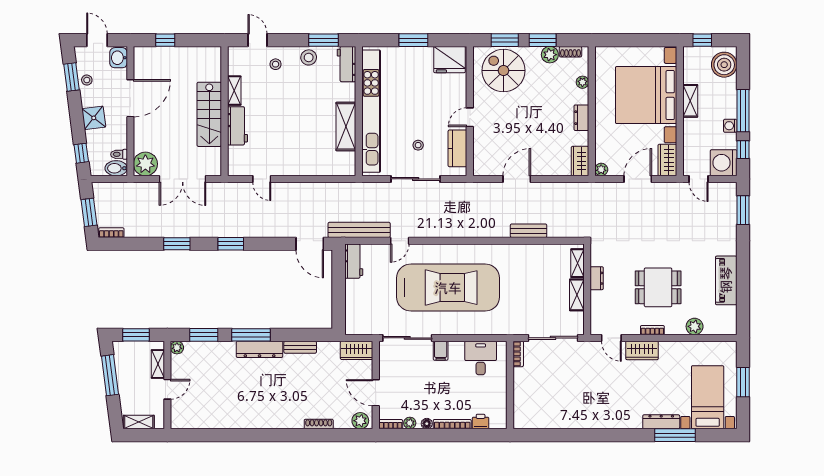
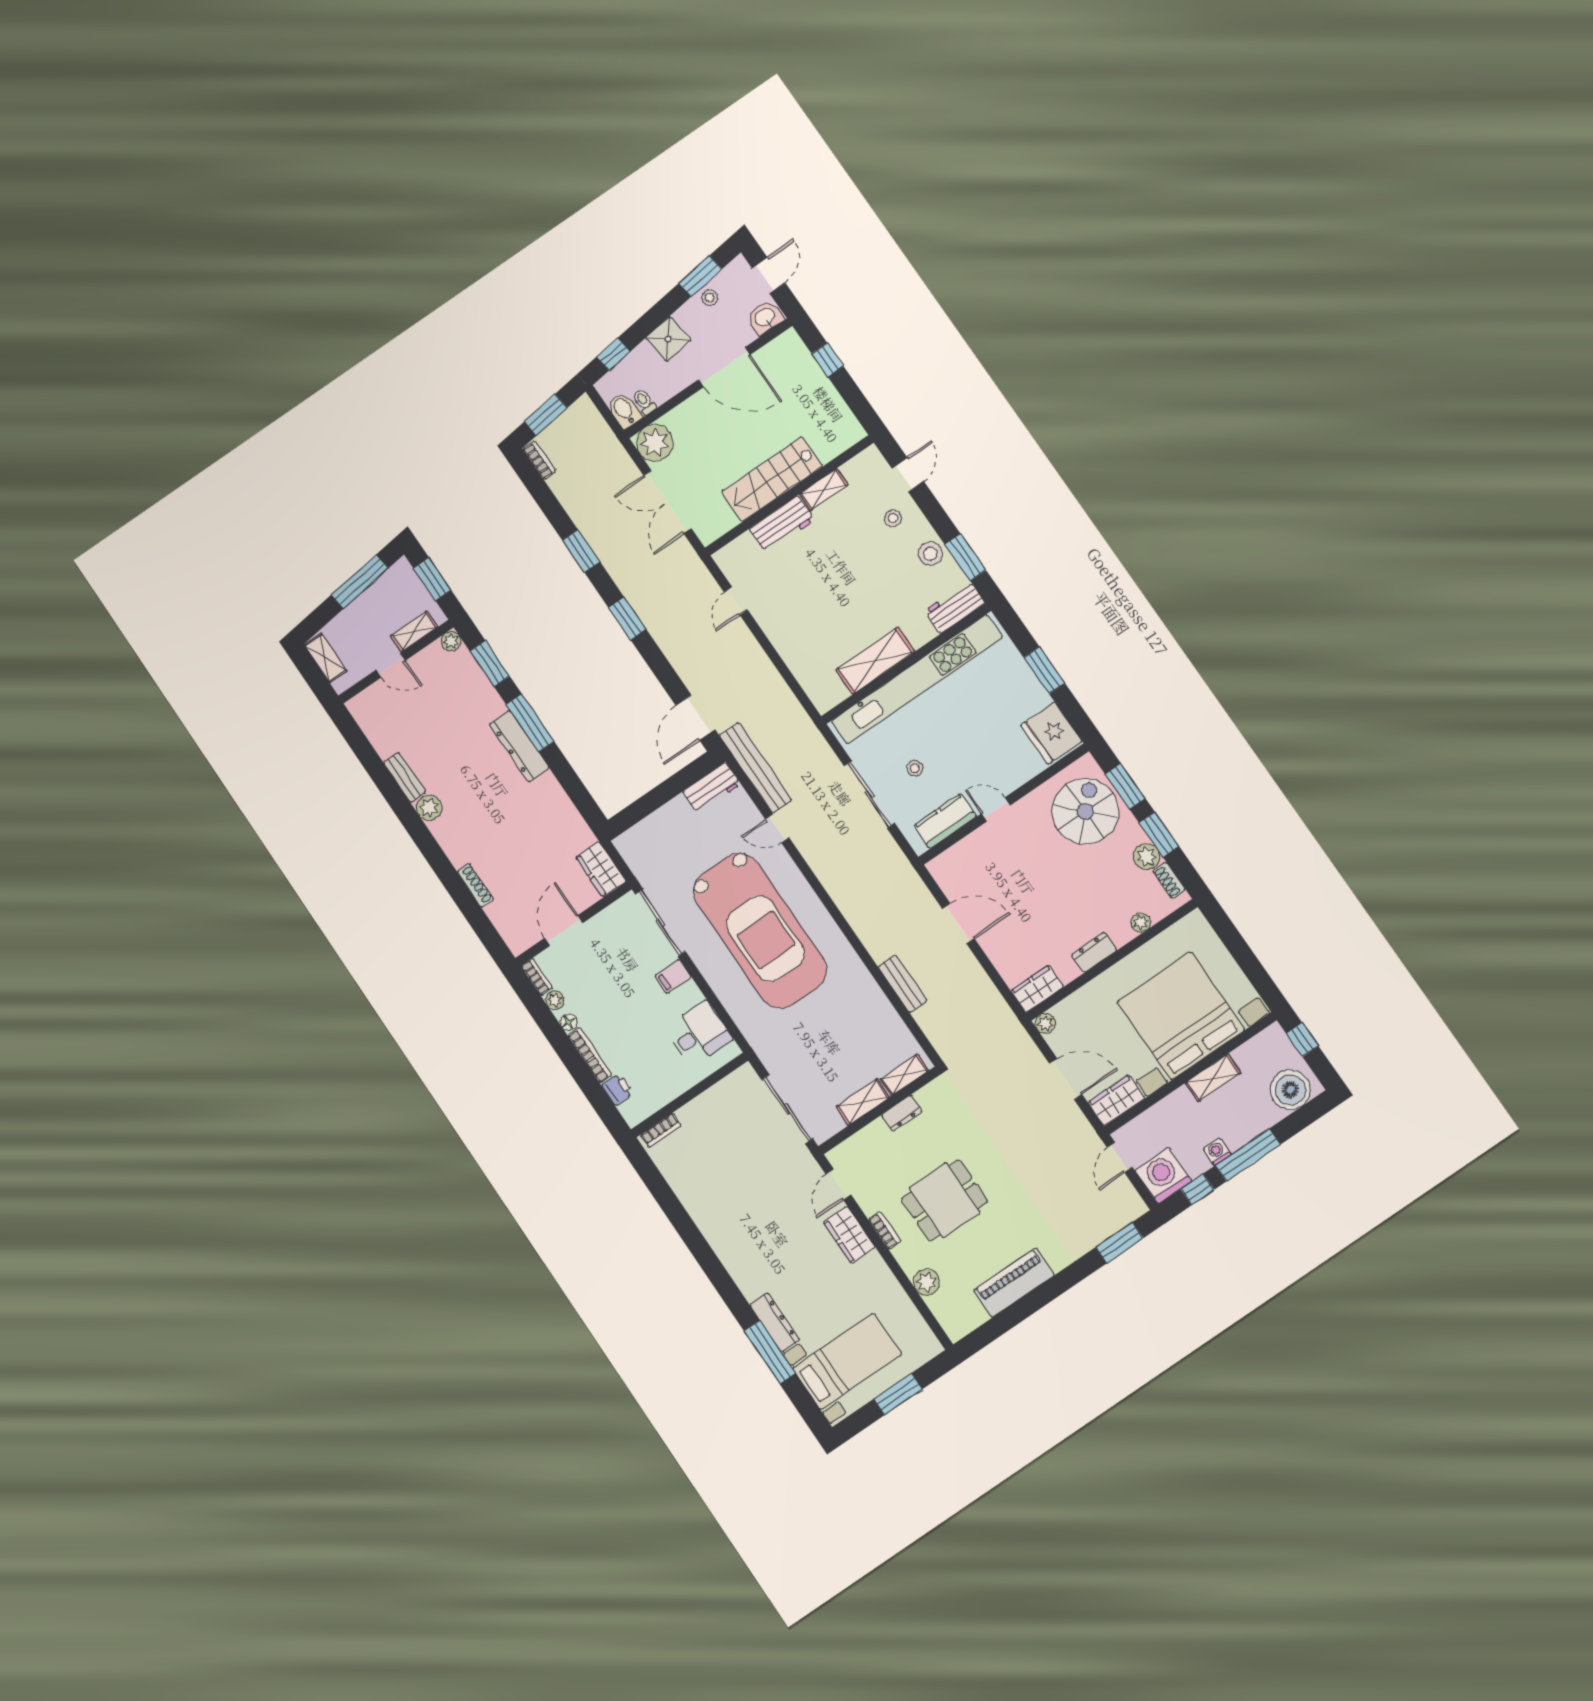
dining table: (658, 287) -> (944, 1200), turned 90
bench: (300, 347) -> (405, 777), moved
bookcase: (518, 354) -> (661, 1130), moved
plant: (360, 421) -> (429, 808), moved

